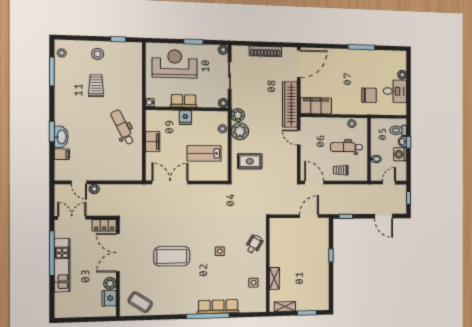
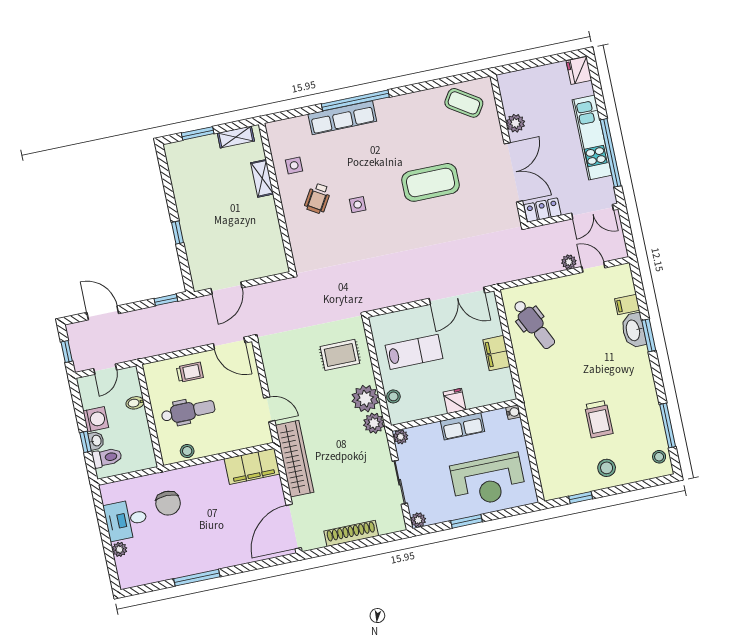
chair: (369, 95) -> (168, 503), turned -90
dental chair: (123, 127) -> (534, 324), moved
wheelchair: (254, 244) -> (318, 198), moved
fridge: (109, 298) -> (579, 70), moved, turned 180

